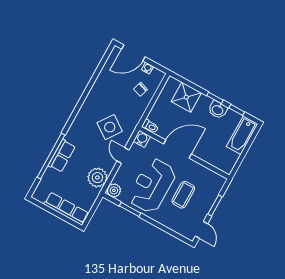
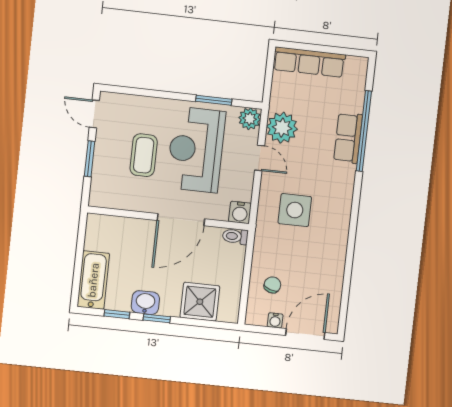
side table: (110, 127) -> (295, 210), turned -35
door: (123, 155) -> (260, 158), moved
reception desk: (152, 186) -> (196, 150), turned 180

